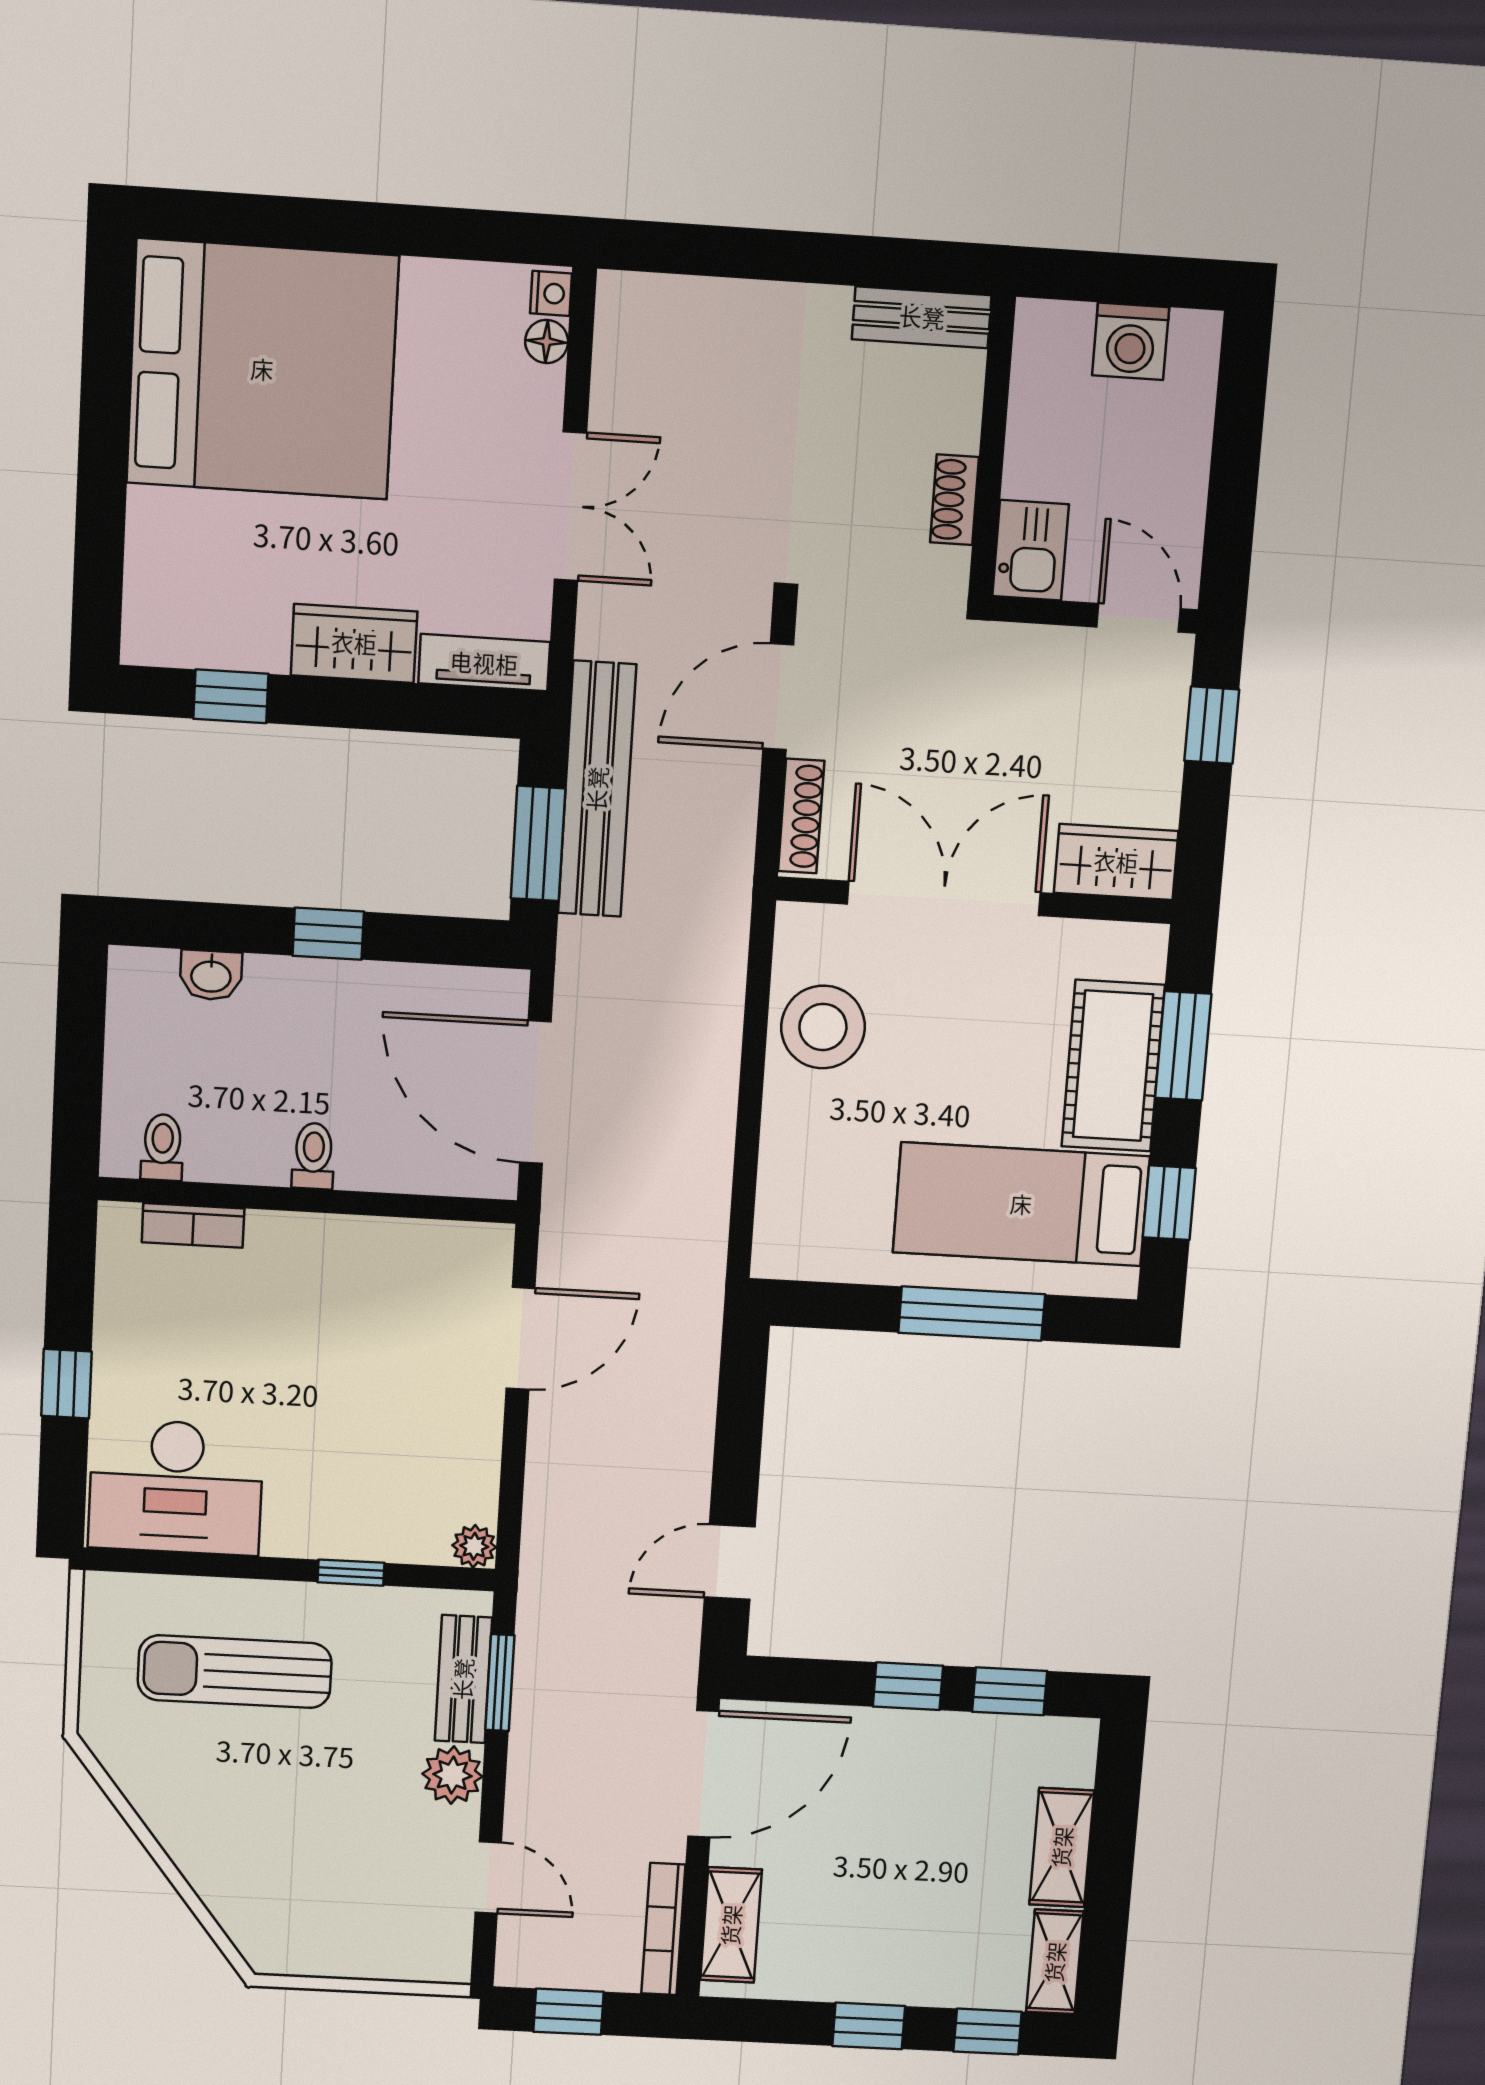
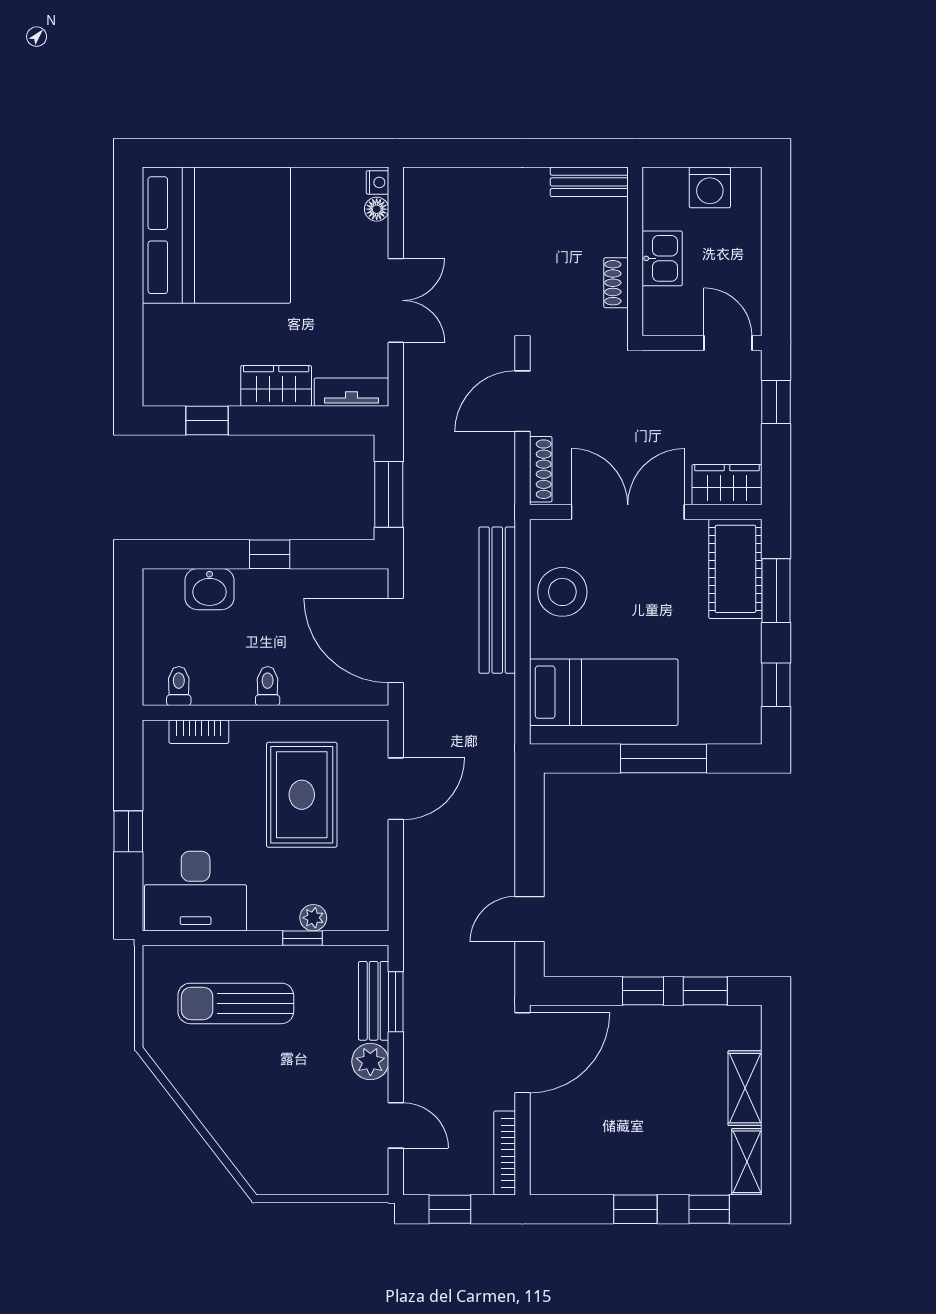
kitchen sink: (1031, 550) -> (662, 258), moved
bench: (597, 789) -> (497, 600), moved
washbasin: (211, 975) -> (210, 589), width x1.38, depth x1.45
cot: (1113, 1066) -> (735, 569), moved
bed: (1021, 1204) -> (604, 692), moved, turned 180
rug: (362, 1339) -> (302, 795), added
plant: (474, 1546) -> (313, 918), moved
shelving: (731, 1925) -> (546, 1148), removed

